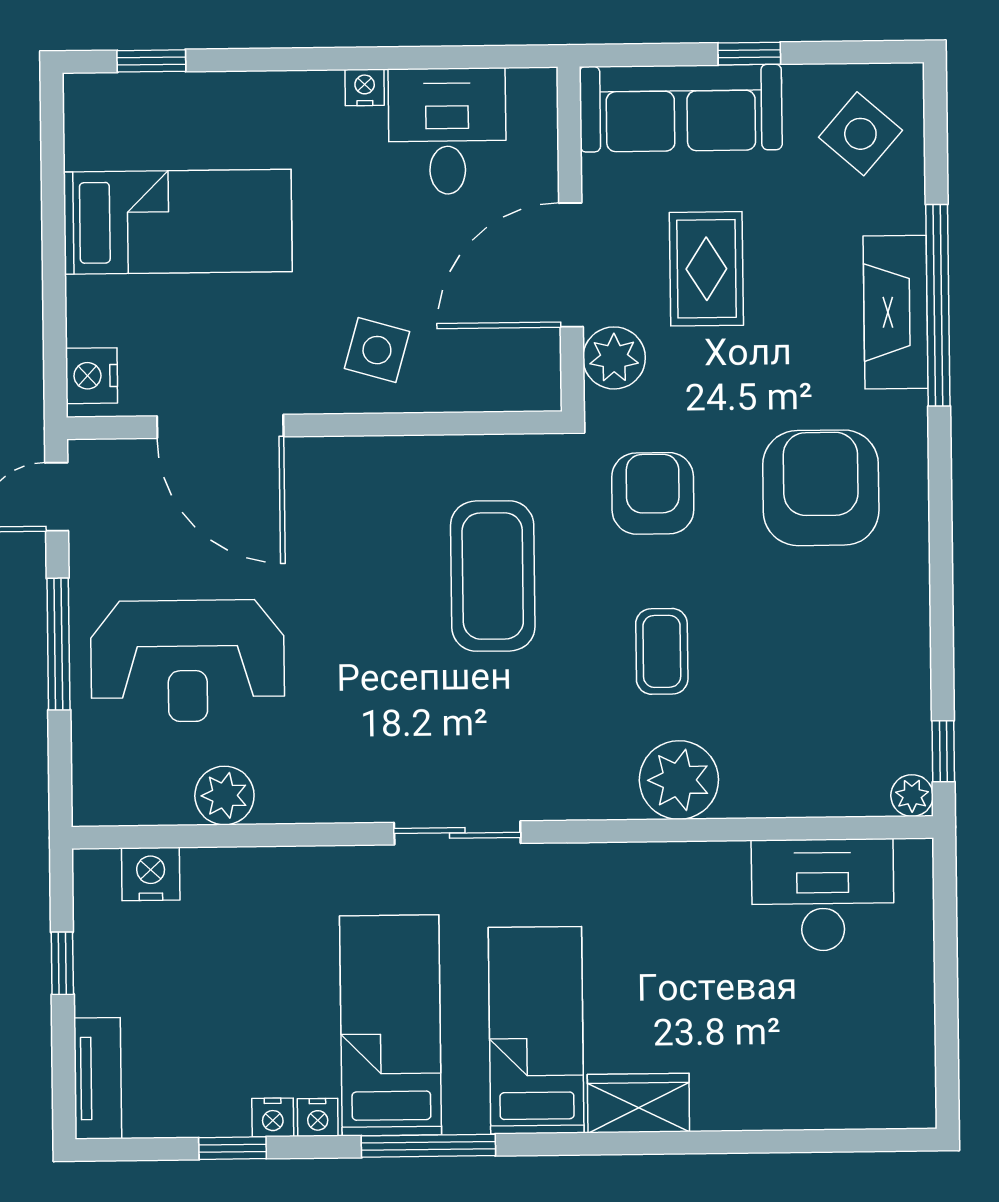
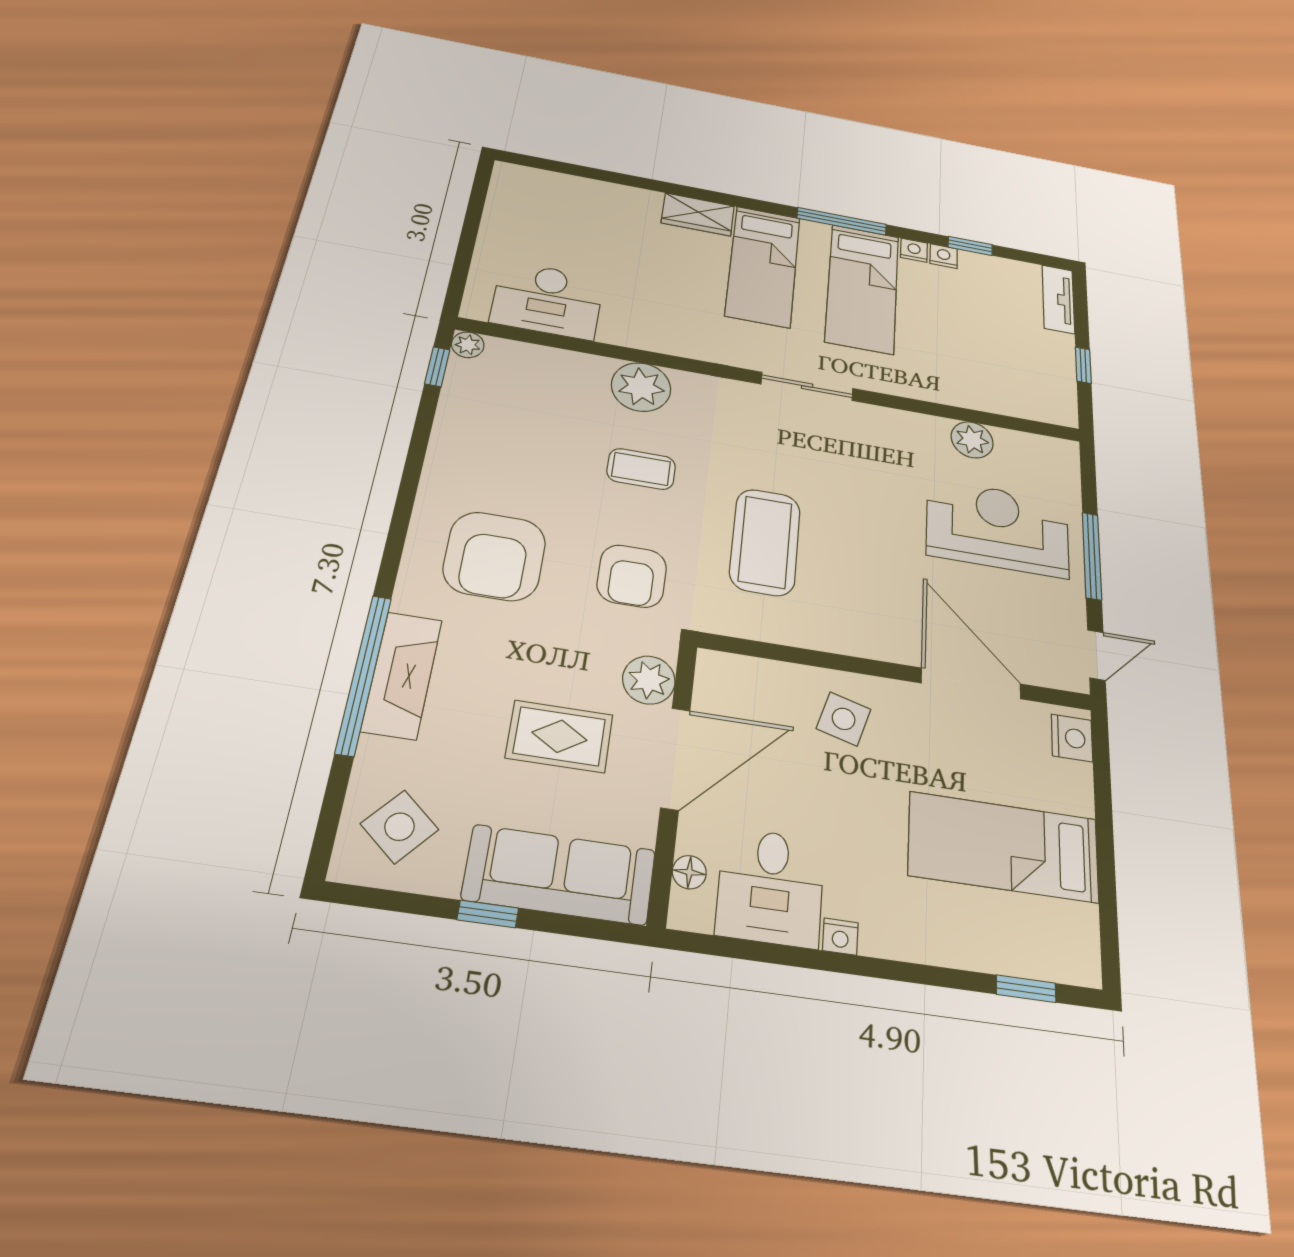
floor lamp: (540, 133) -> (689, 872), added
rug: (706, 269) -> (559, 736), turned 90
coffee table: (662, 651) -> (641, 469), turned 90
nightstand: (151, 874) -> (1024, 404), removed

